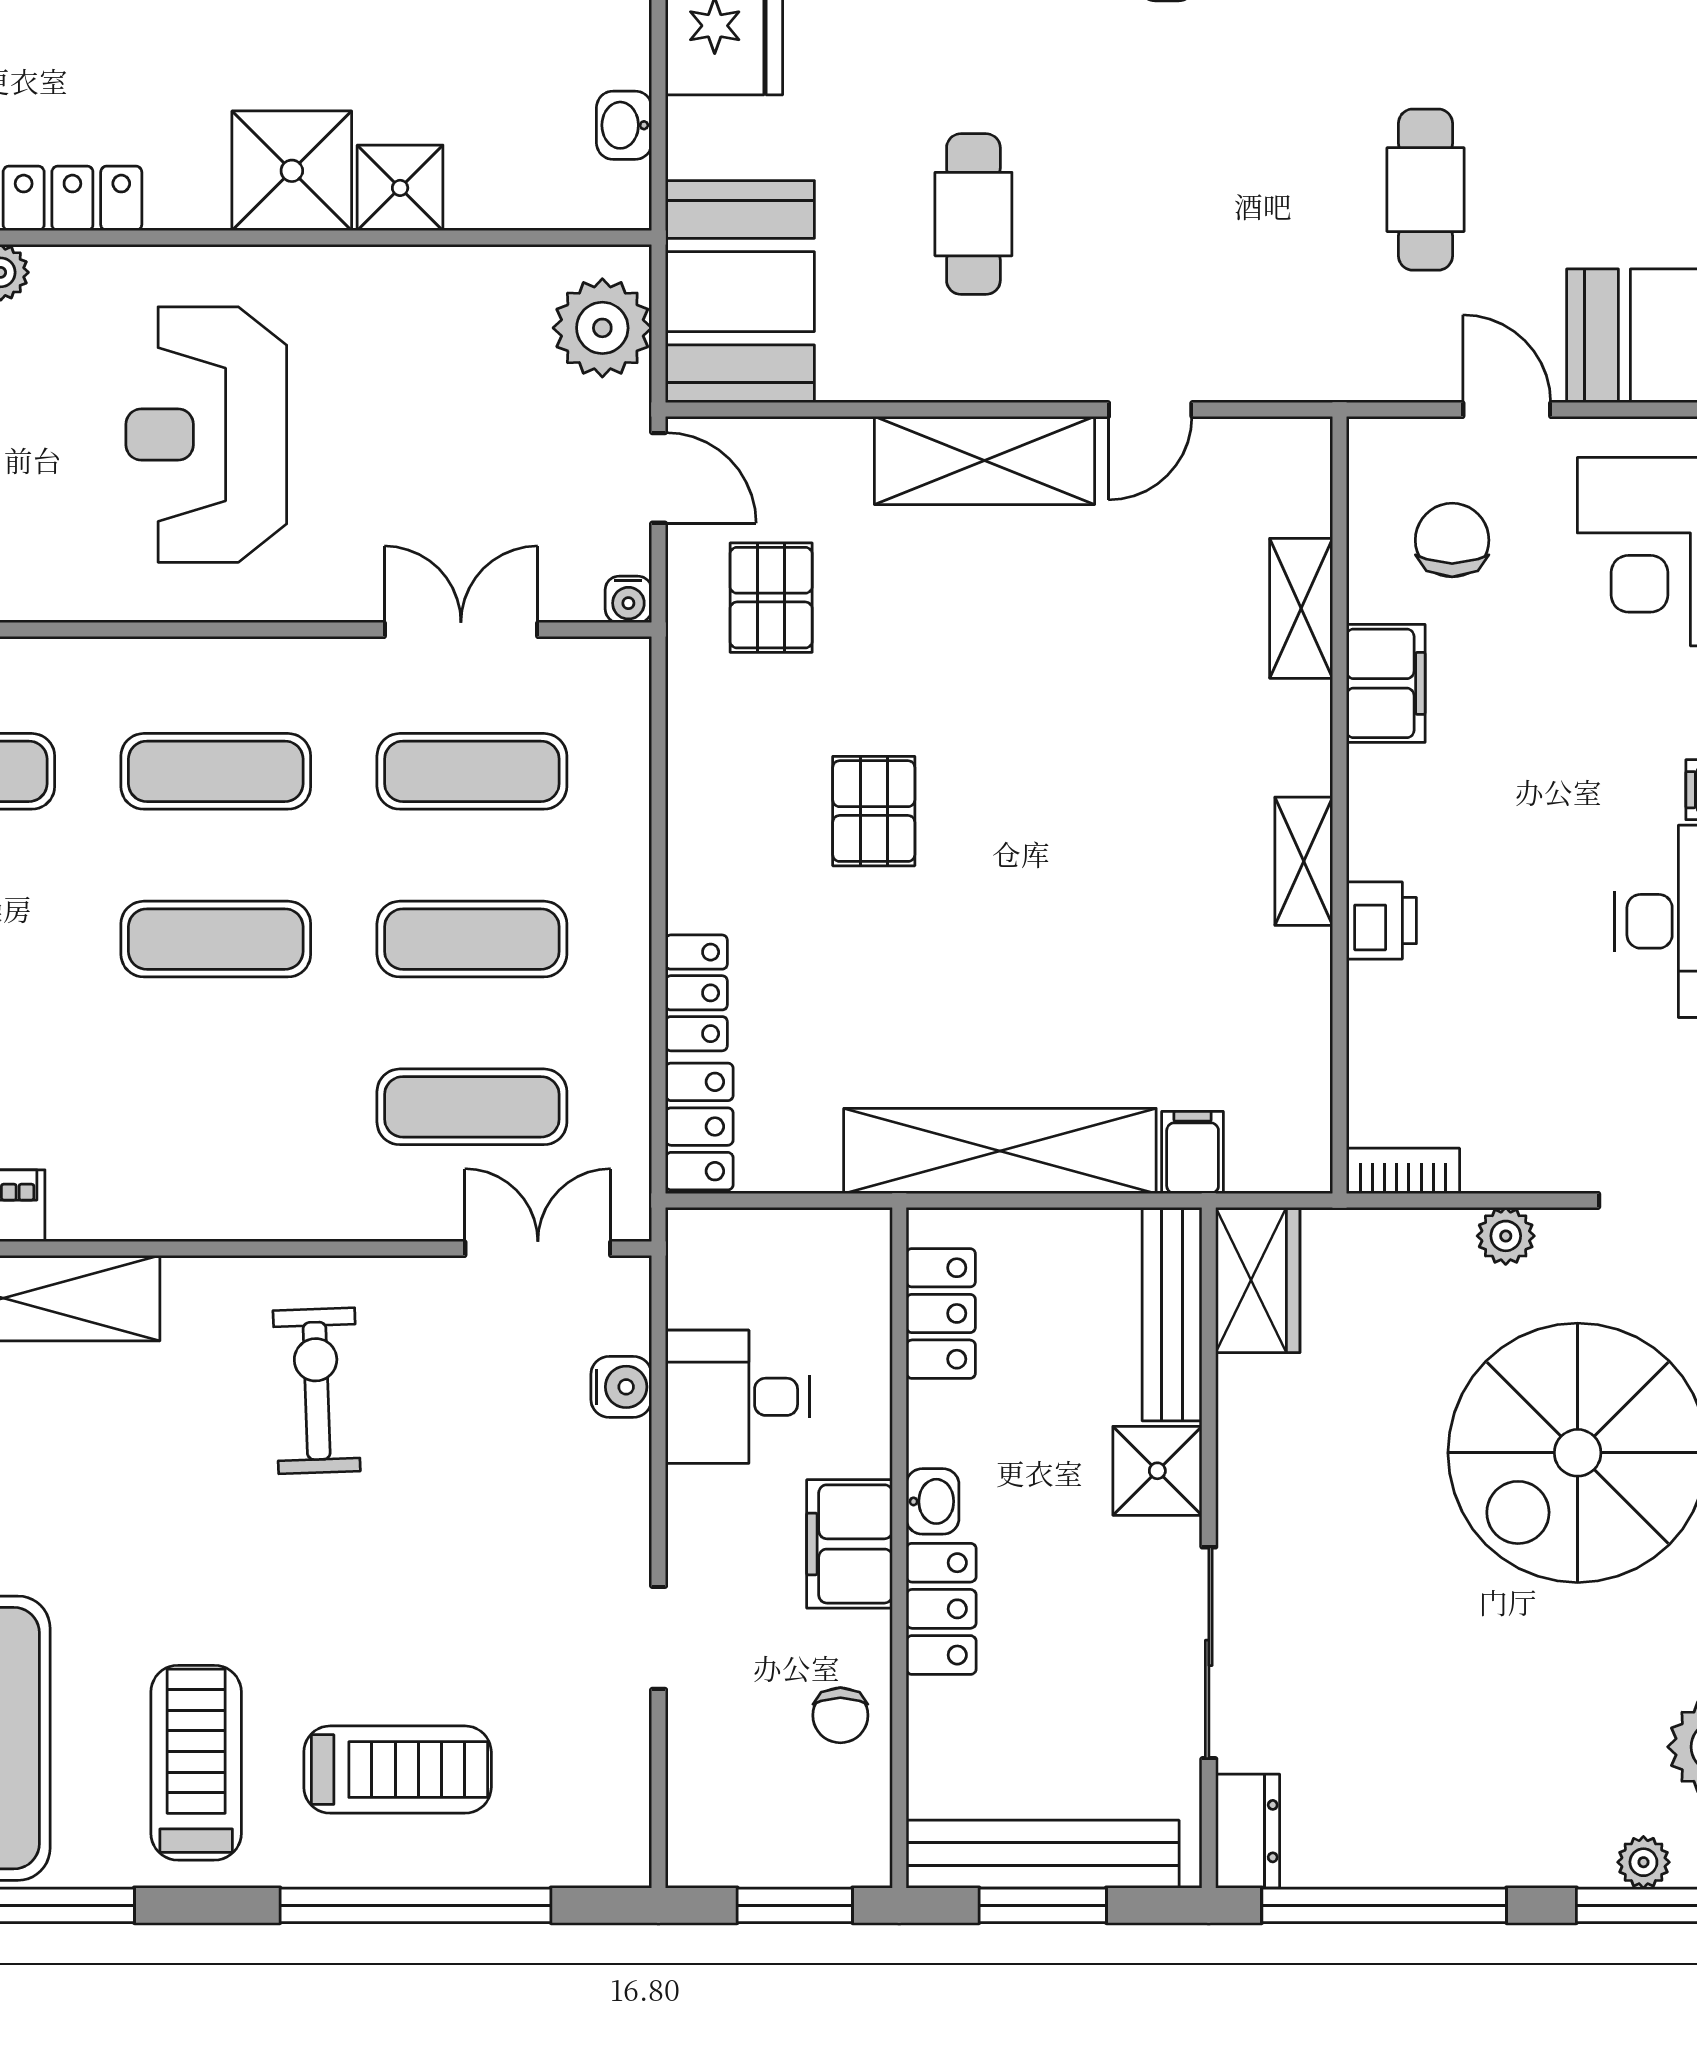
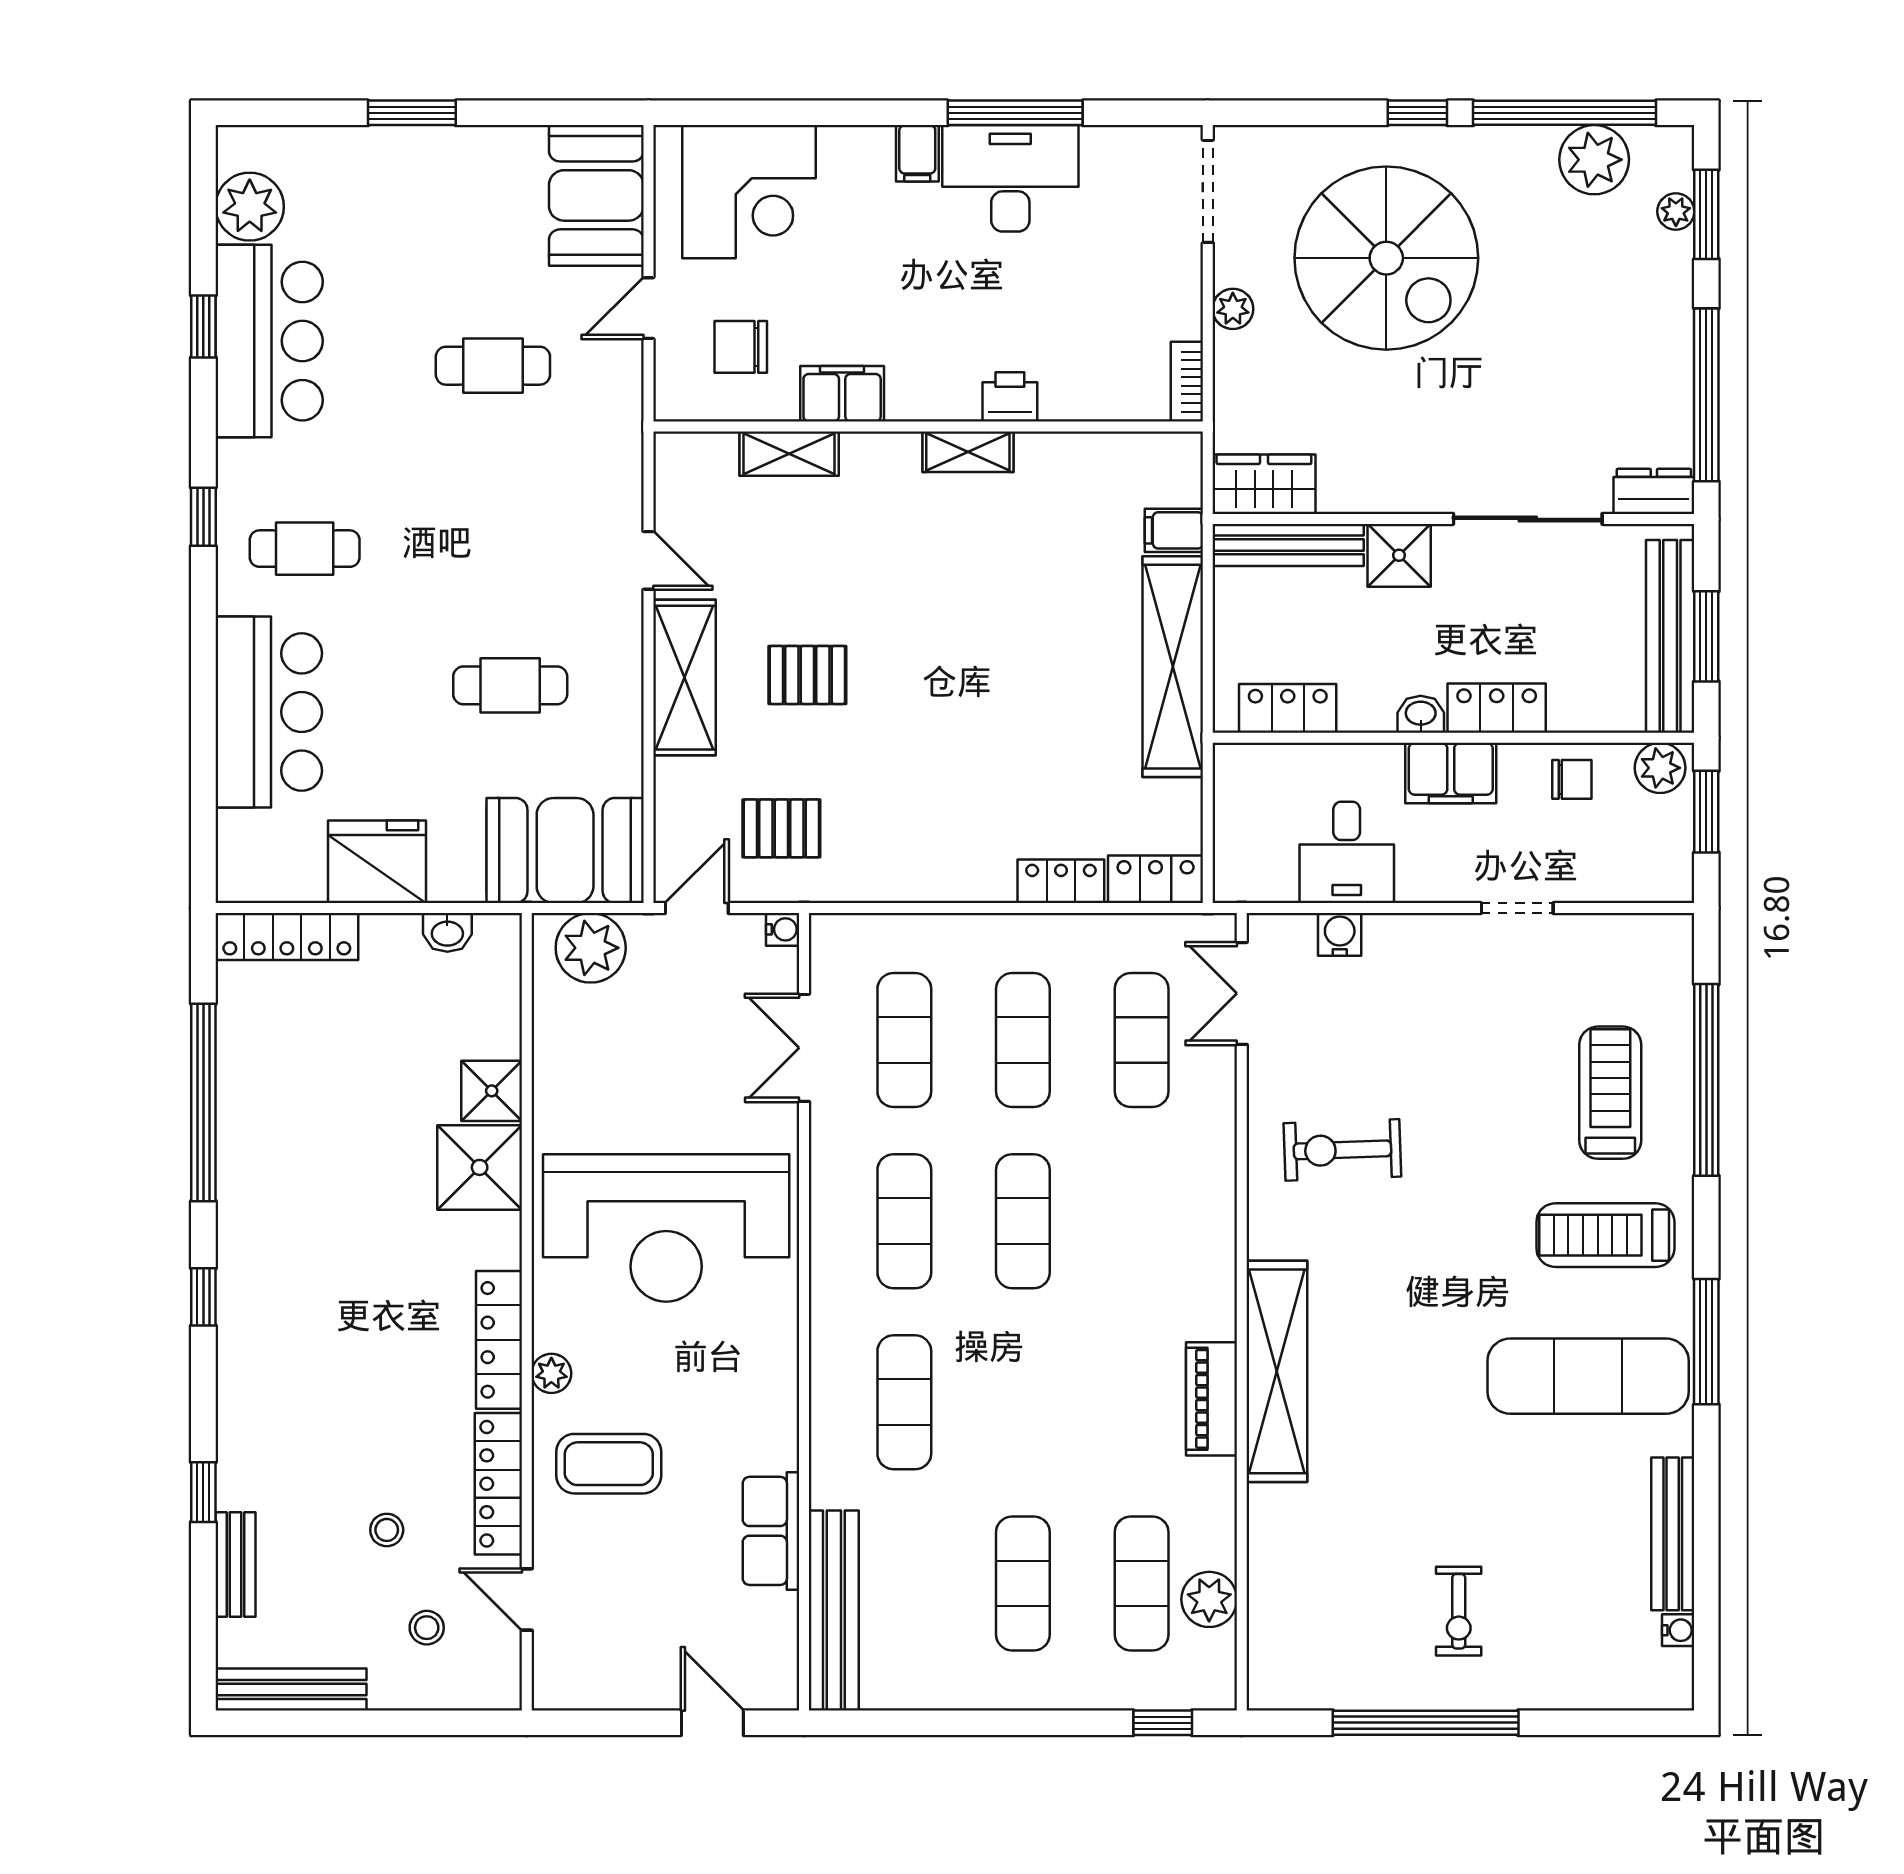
reception desk: (206, 435) -> (666, 1228), width x1.36, depth x1.30
pallet: (874, 811) -> (807, 675), moved
plant: (857, 1840) -> (1660, 768), added

